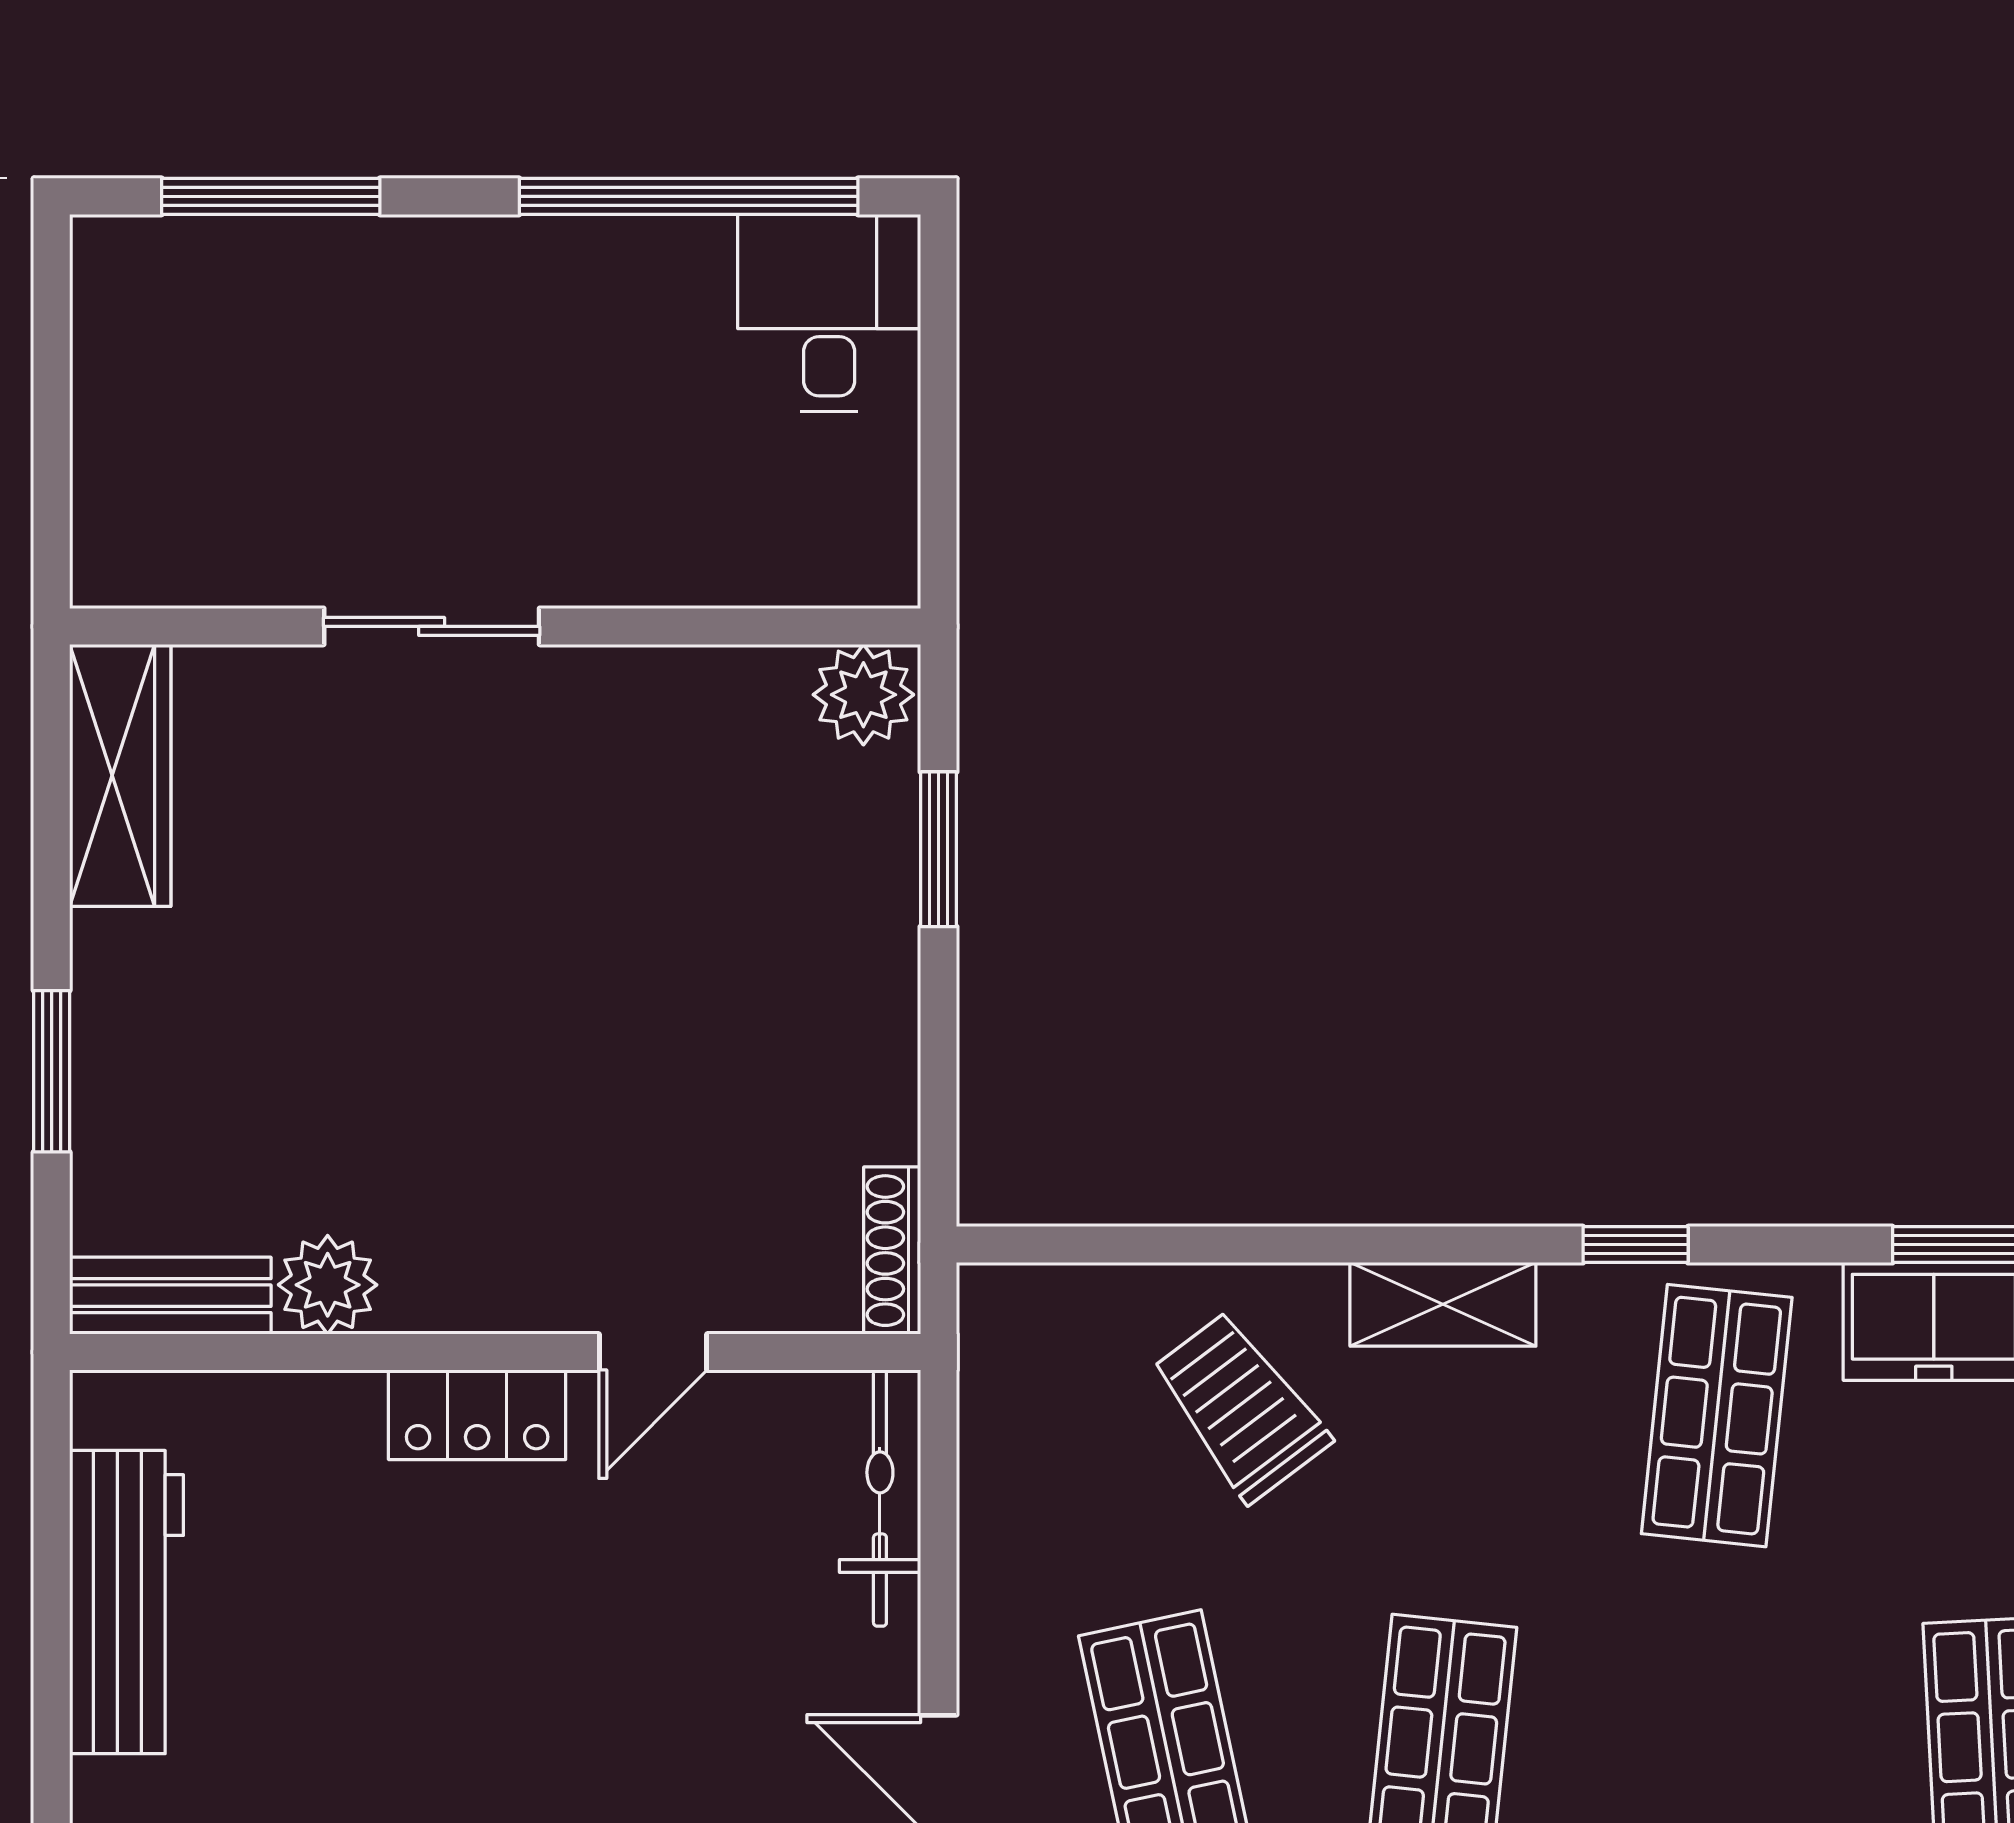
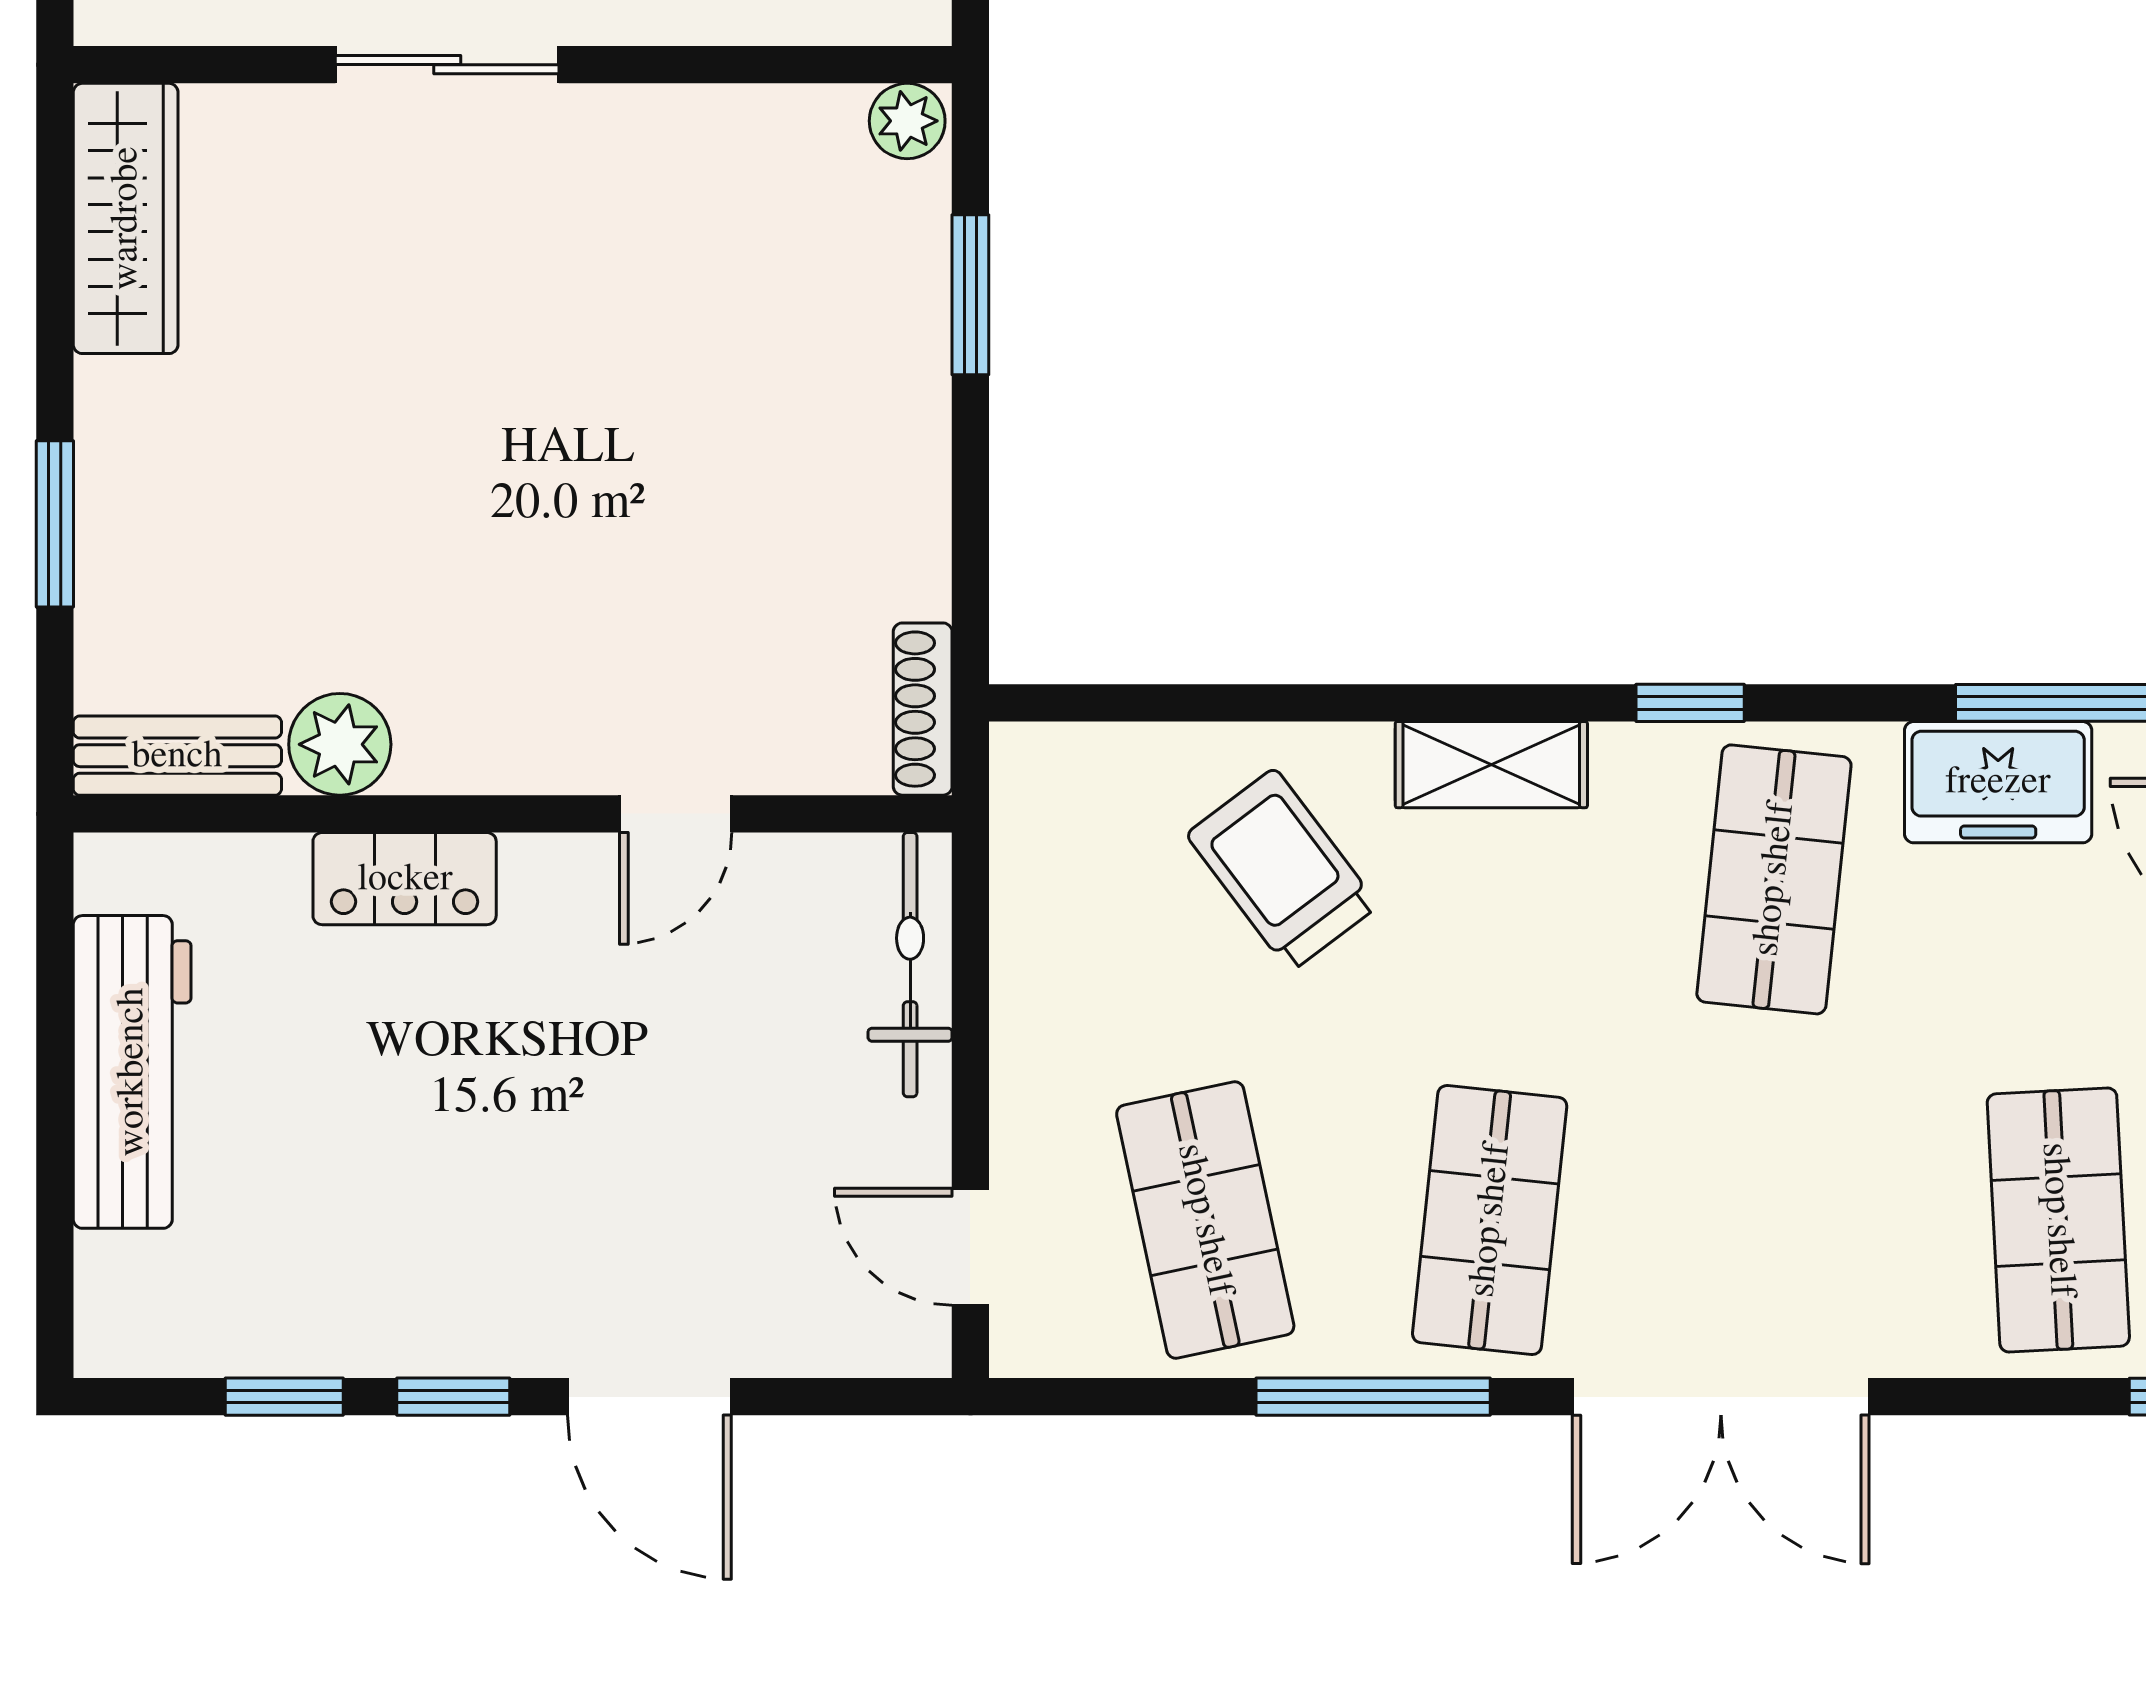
plant: (863, 695) -> (907, 121), width x0.73, depth x0.73
locker: (477, 1415) -> (405, 879), moved

